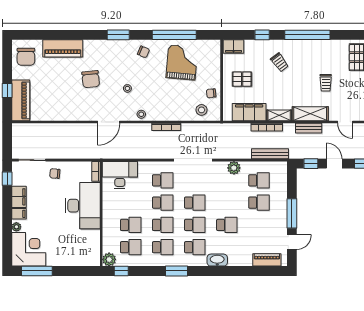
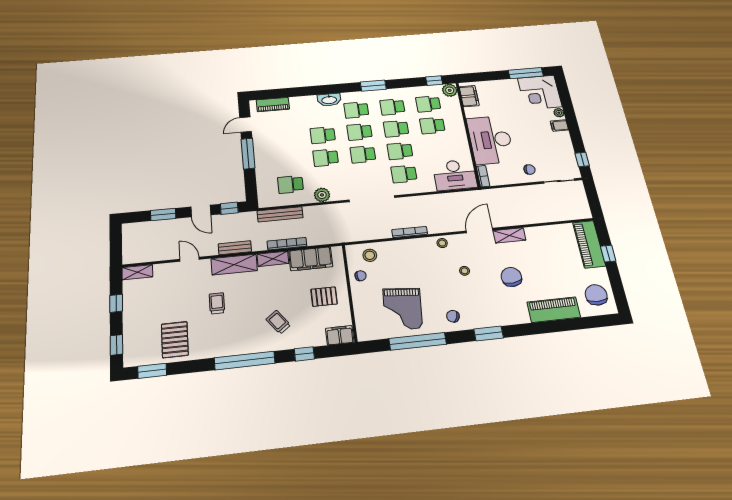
shelving: (85, 115) -> (509, 235), added
filing cabinet: (19, 197) -> (469, 96), moved, turned 180
school desk: (259, 203) -> (326, 158), moved

